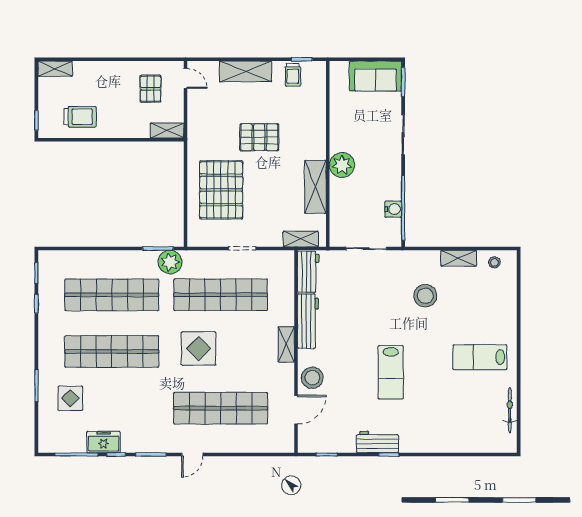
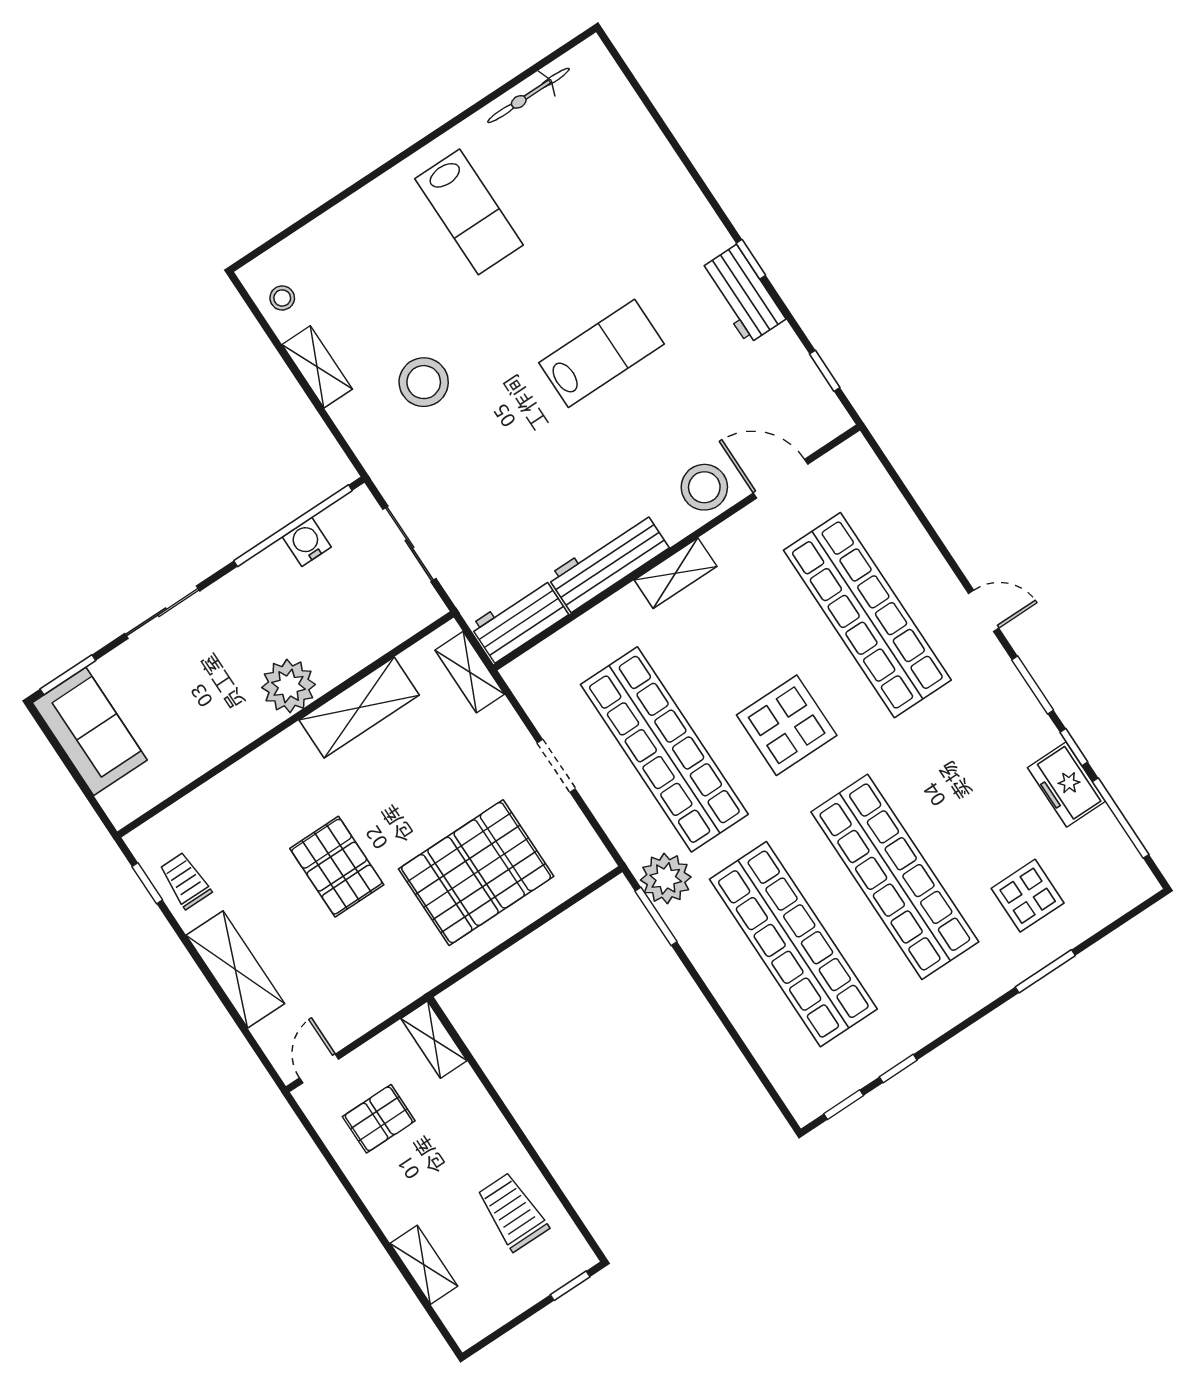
shelving: (55, 69) -> (424, 1265), moved
trolley: (293, 75) -> (185, 881), turned -90

